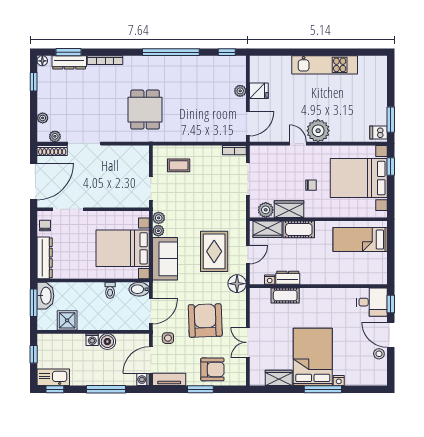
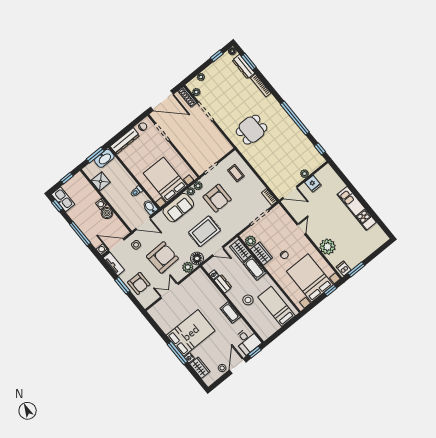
plant: (318, 131) -> (328, 247), moved
armchair: (189, 208) -> (217, 198), added
stool: (328, 265) -> (248, 300), added
cot: (285, 296) -> (230, 313), moved
plant: (238, 301) -> (188, 267), added
wardrobe: (279, 378) -> (200, 368), moved

